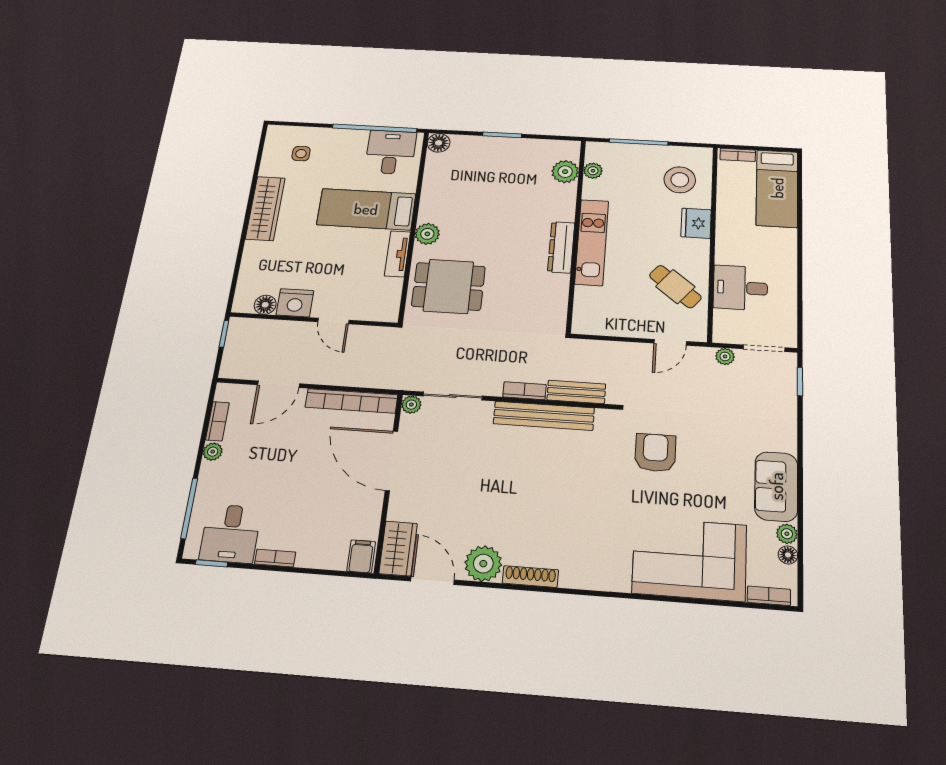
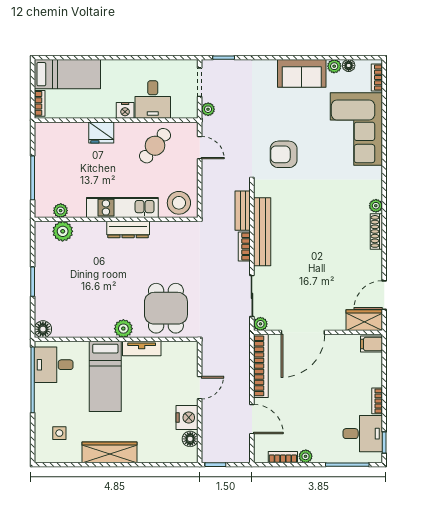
stool: (680, 180) -> (179, 203), moved
nightstand: (726, 253) -> (125, 110), added
plant: (483, 564) -> (376, 206), moved, width x0.53, depth x0.53

